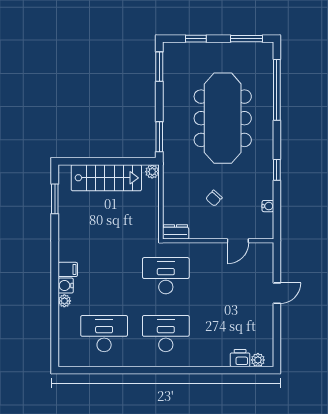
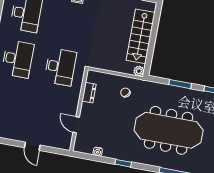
window: (159, 137) -> (180, 84), moved
chair: (214, 198) -> (125, 92), moved
dresser: (176, 232) -> (89, 93), moved

